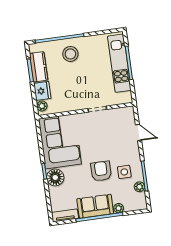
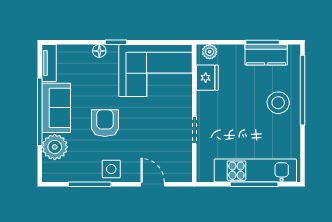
fridge: (42, 91) -> (207, 78), moved, turned -90
door: (139, 133) -> (153, 184), swing flipped
armchair: (101, 171) -> (105, 123), turned -90
side table: (124, 172) -> (111, 169), moved
floor lamp: (55, 177) -> (99, 51), width x0.53, depth x0.53
plant: (139, 187) -> (75, 175), removed
plant: (119, 208) -> (55, 147), width x1.87, depth x1.87

